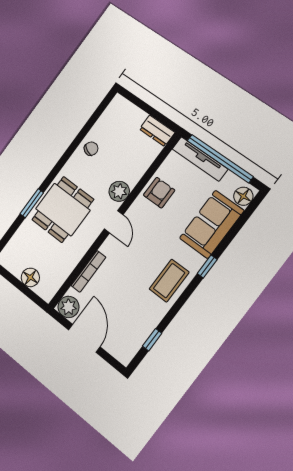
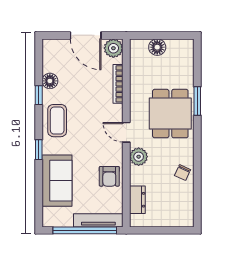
dresser: (157, 131) -> (137, 200), moved, turned 90
floor lamp: (243, 196) -> (50, 81), moved
window: (152, 340) -> (39, 95), moved

